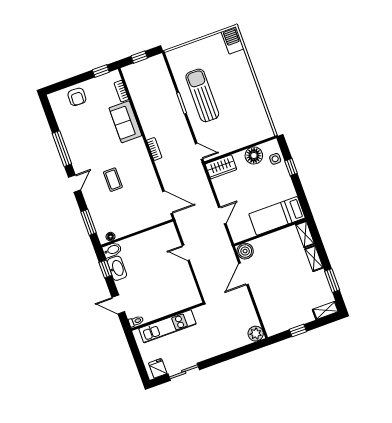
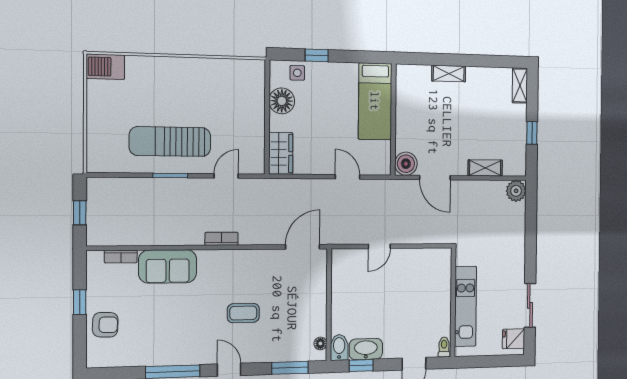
window: (101, 71) -> (80, 302), moved
door: (199, 151) -> (226, 176), moved
shelving: (305, 234) -> (485, 168), moved
window: (332, 281) -> (486, 61), removed

